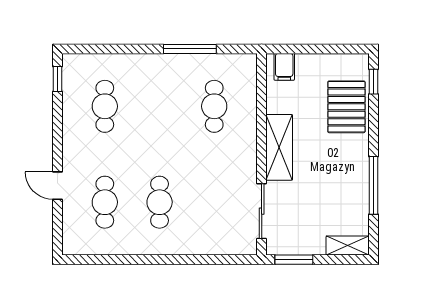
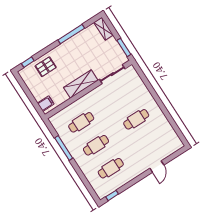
pallet: (346, 107) -> (46, 67), width x0.67, depth x0.71
cafe table: (105, 202) -> (96, 145), moved

